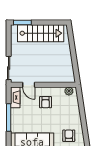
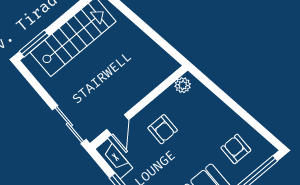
door: (29, 85) -> (118, 125), hinge flipped

